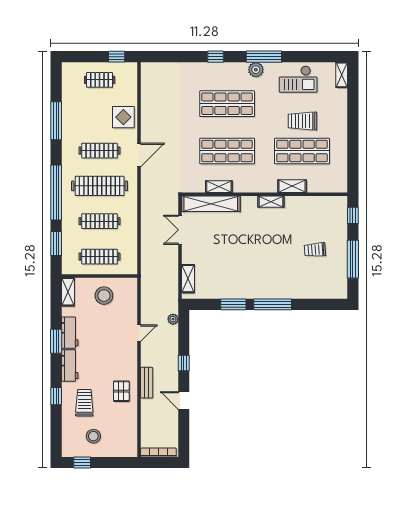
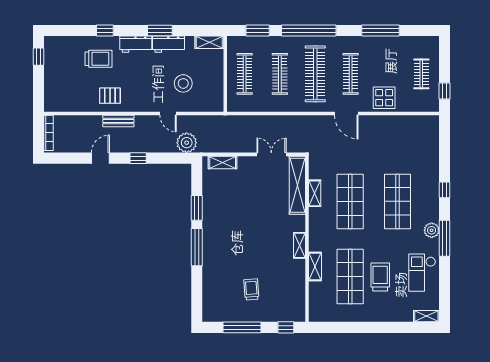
stool: (104, 296) -> (183, 83), moved
plant: (173, 319) -> (187, 143), width x1.88, depth x1.88
stool: (93, 436) -> (65, 68), removed

